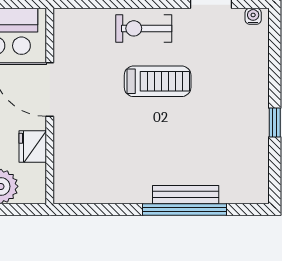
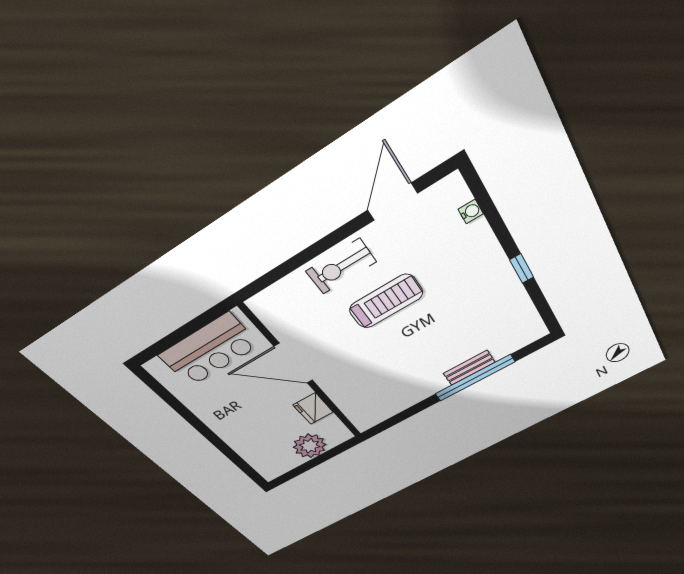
water cooler: (253, 16) -> (471, 212), moved, turned 90
bench: (186, 195) -> (469, 368), width x0.73

